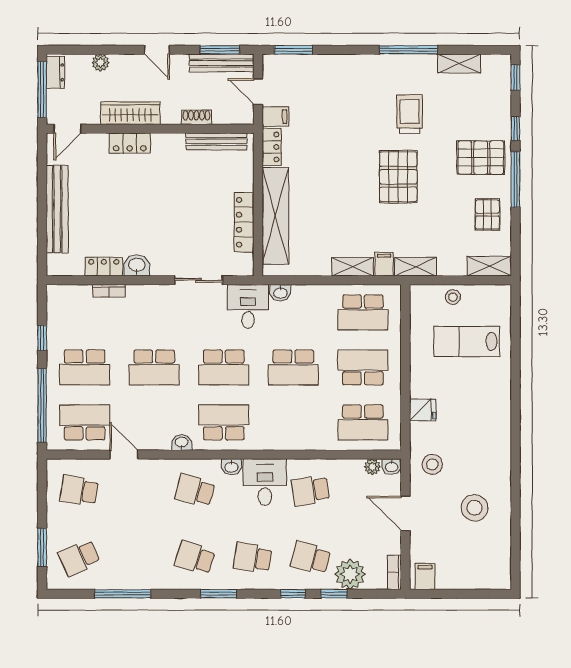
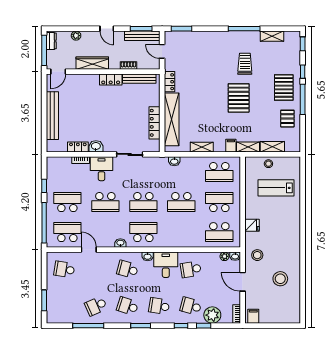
filing cabinet: (275, 117) -> (172, 65), removed
locker: (130, 143) -> (111, 80), moved
pallet: (481, 158) -> (284, 87), turned 90
shelving: (489, 266) -> (272, 147), moved
shelving: (353, 267) -> (202, 147), moved
desk: (248, 306) -> (102, 169), moved
school desk: (85, 367) -> (67, 202), turned 180
school desk: (79, 558) -> (96, 306), moved

